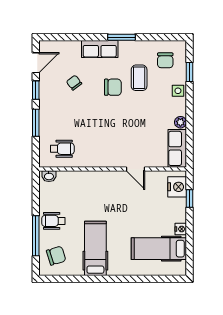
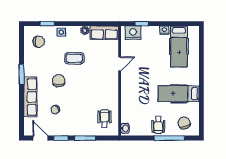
row of seats: (100, 49) -> (30, 97), width x1.48
coffee table: (139, 78) -> (74, 58), moved

